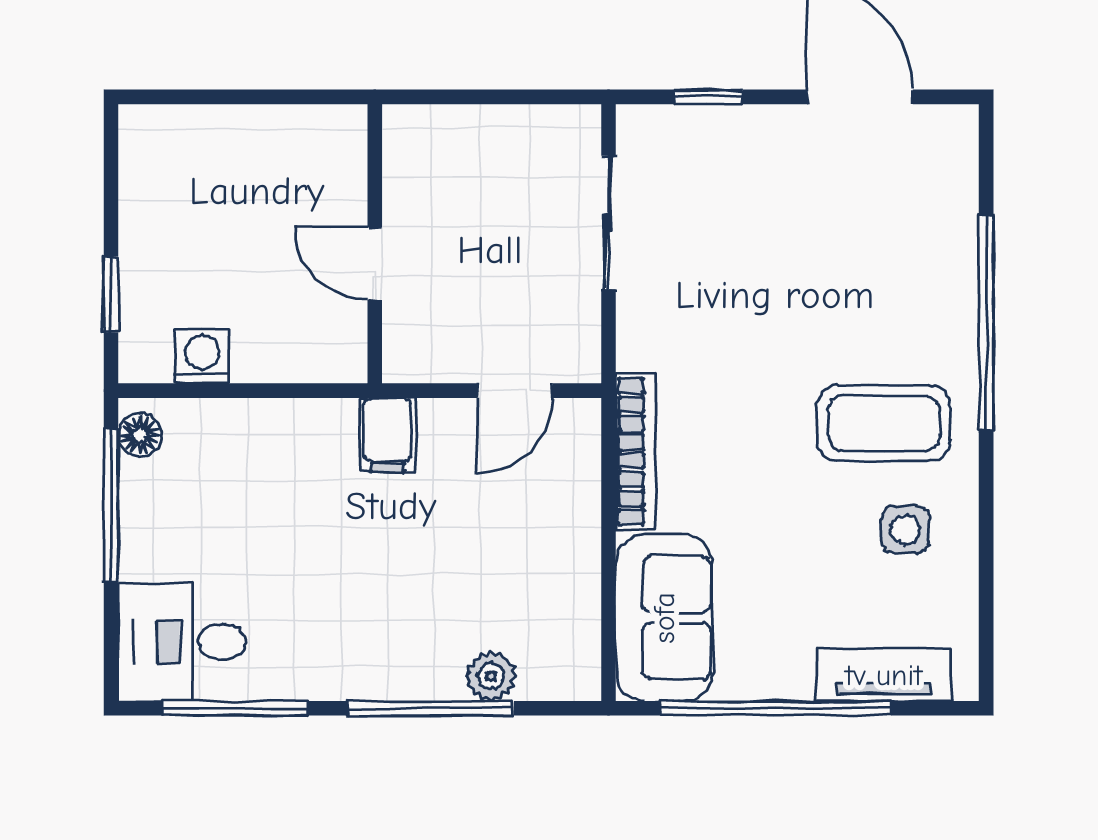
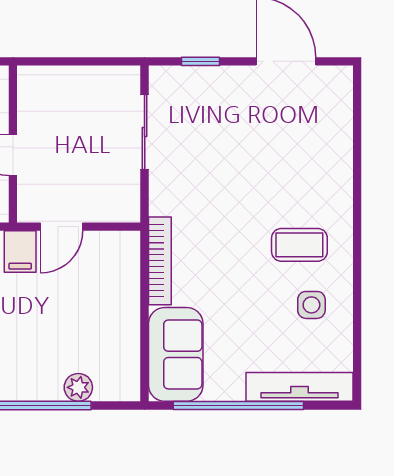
window: (986, 323) -> (357, 188), removed
door: (515, 391) -> (62, 227), moved
coffee table: (884, 423) -> (299, 245), width x0.73, depth x0.77
tv unit: (884, 675) -> (300, 387), width x1.41

